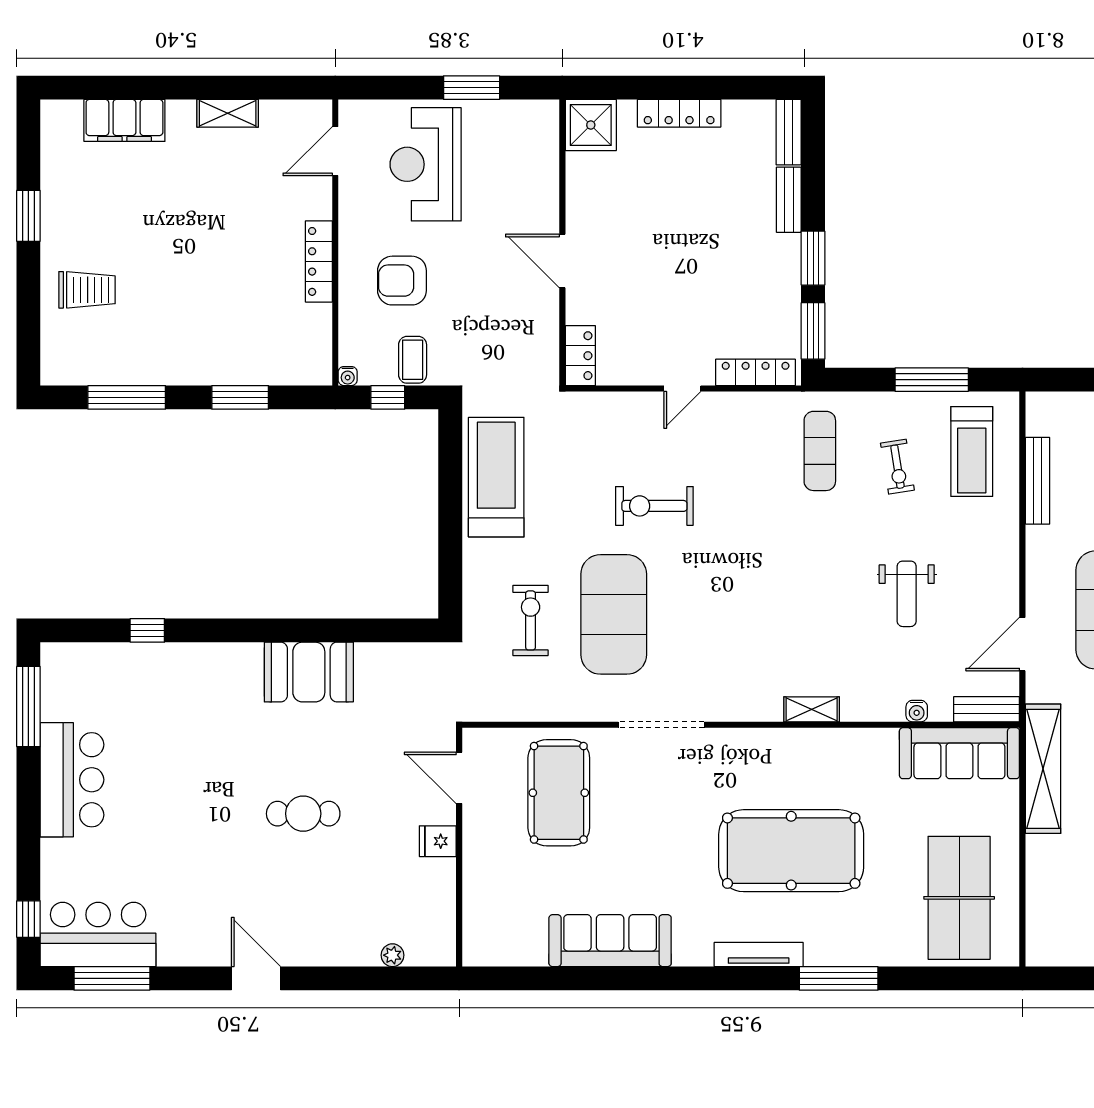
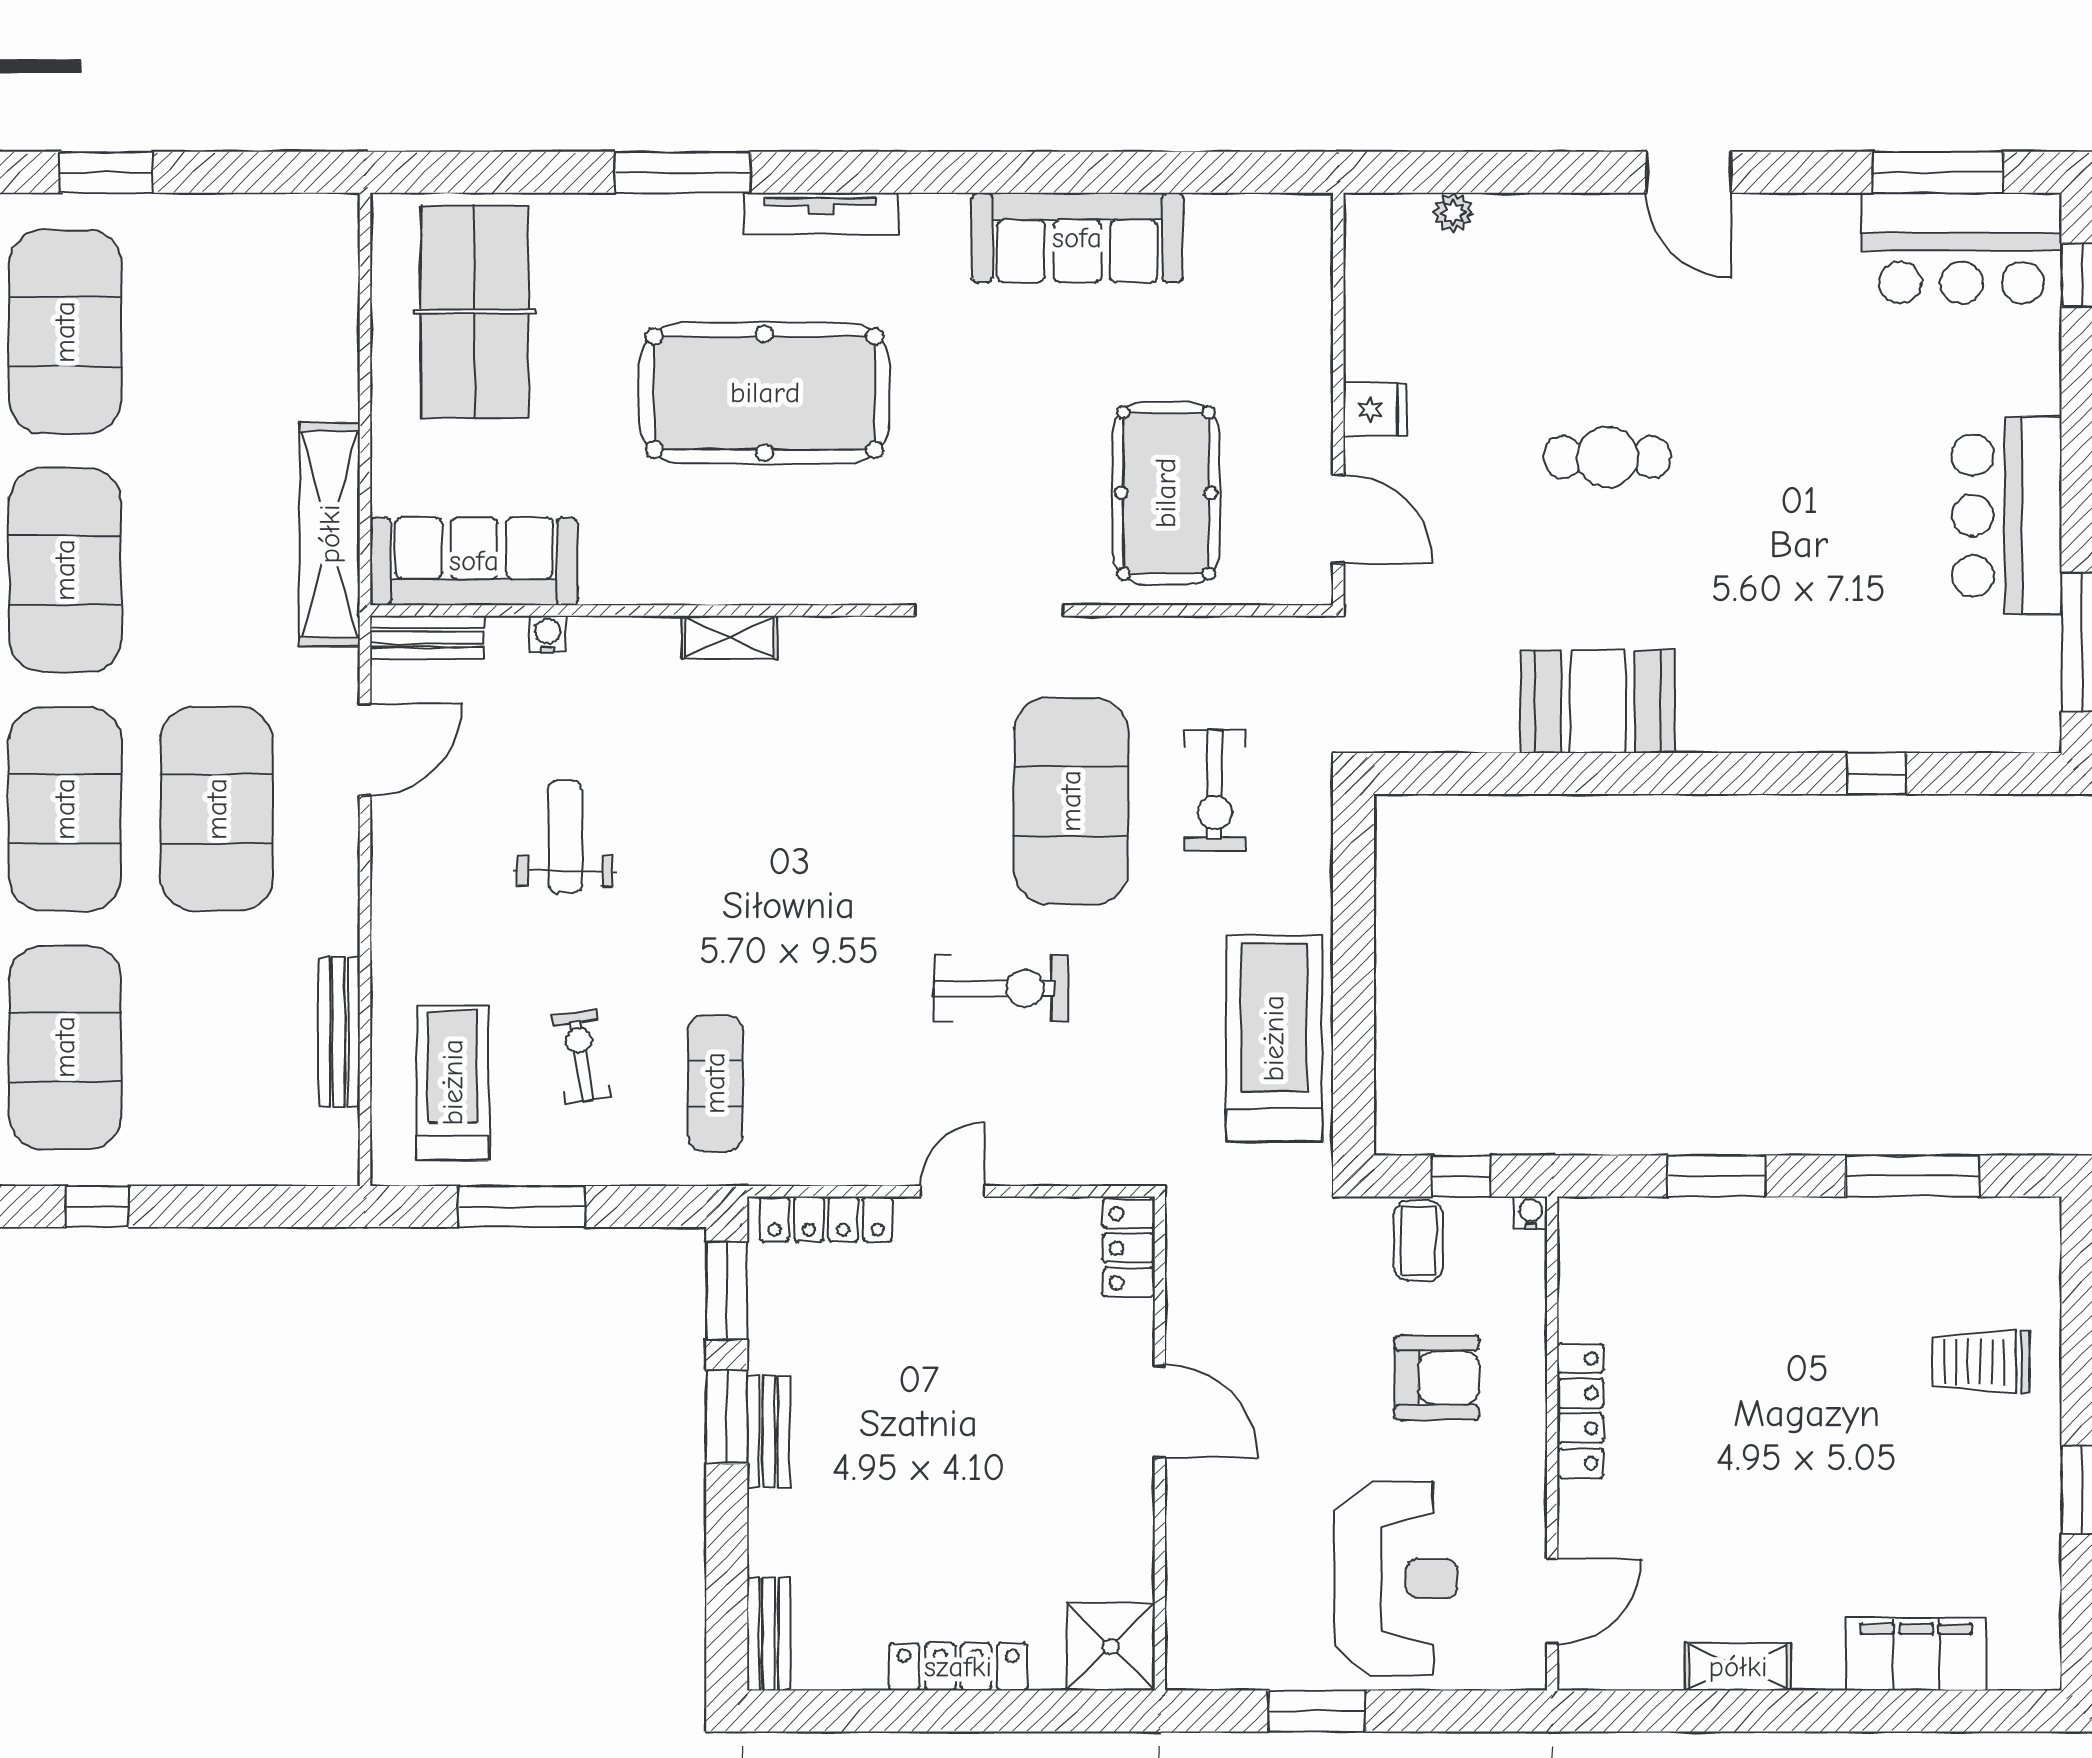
bench: (789, 200) -> (769, 1431), moved
treadmill: (496, 477) -> (1274, 1038), turned 180

